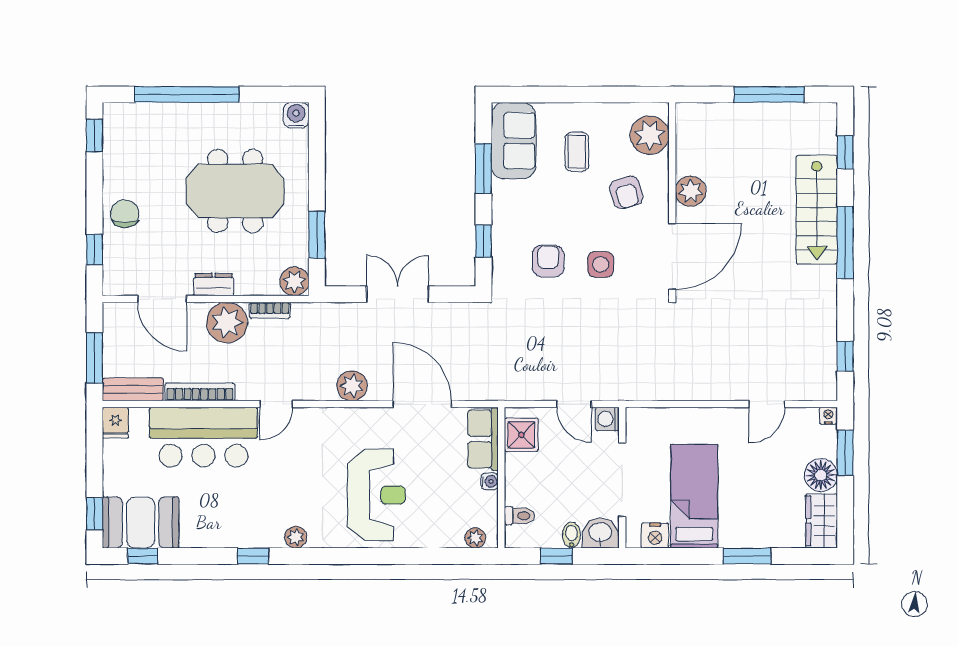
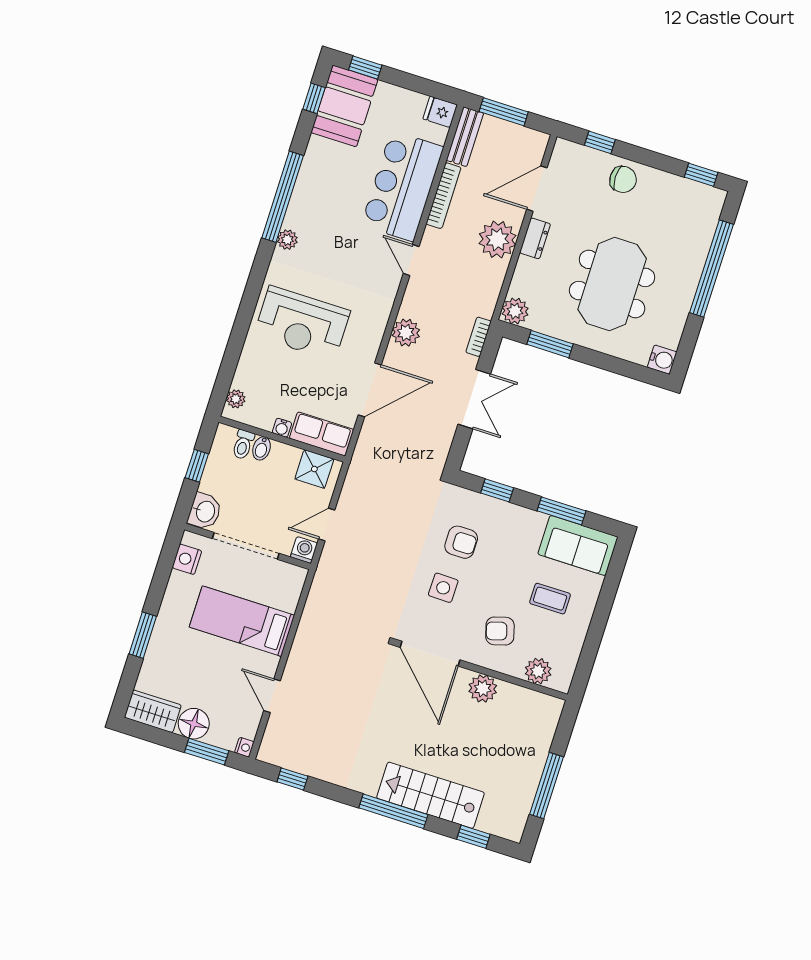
plant: (650, 135) -> (538, 671), width x0.73, depth x0.73
bookcase: (270, 310) -> (479, 337), moved
bed: (694, 496) -> (242, 621), moved, turned 180
bidet: (571, 535) -> (262, 448), moved, turned 90
window: (253, 556) -> (283, 197), width x3.17

